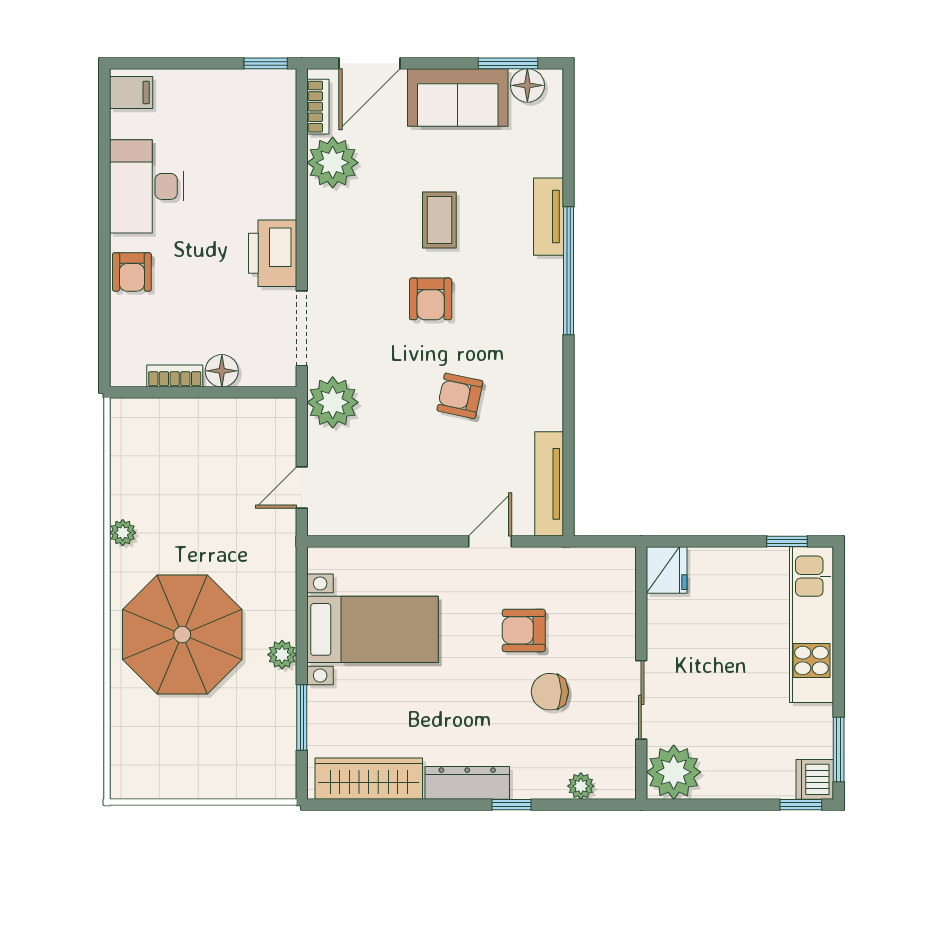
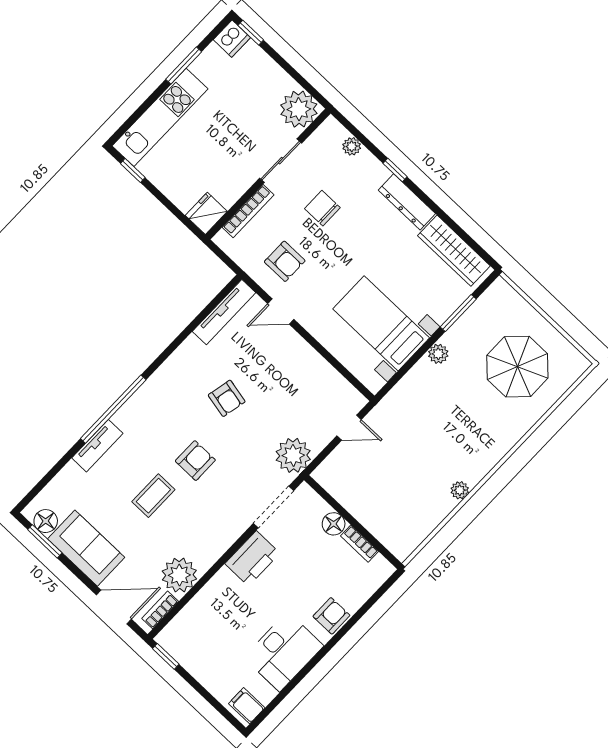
bookcase: (625, 614) -> (248, 211), added
armchair: (524, 630) -> (285, 261), moved
parasol: (182, 635) -> (517, 367), moved, width x0.73, depth x0.73
chair: (550, 692) -> (322, 208), turned 180
window: (839, 750) -> (184, 65), moved

